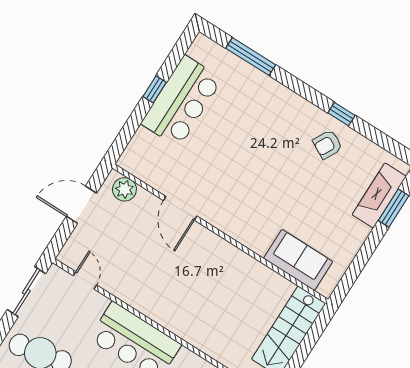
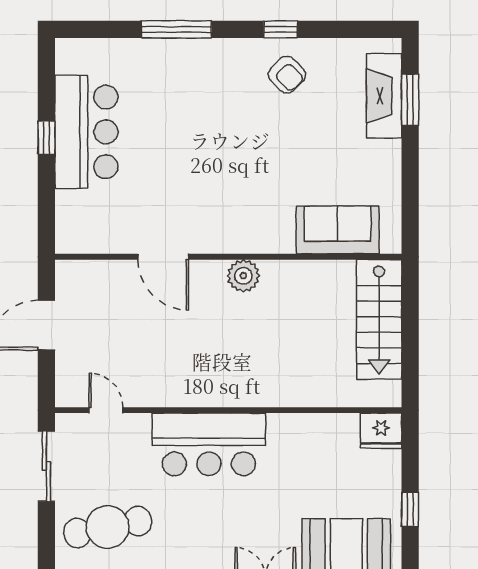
window: (251, 56) -> (176, 29), moved
armchair: (328, 144) -> (287, 75), turned -73
plant: (124, 189) -> (243, 276), moved

